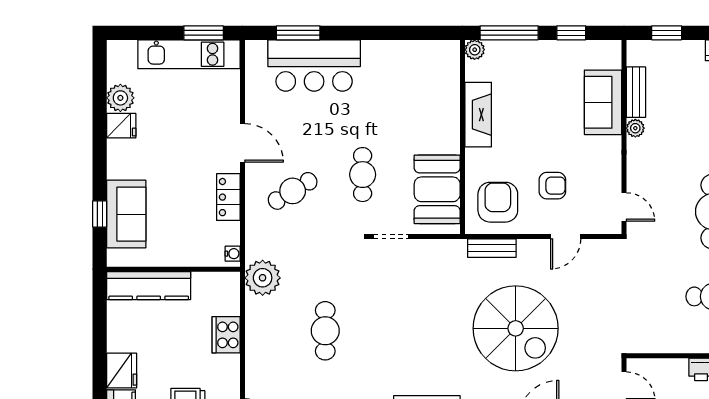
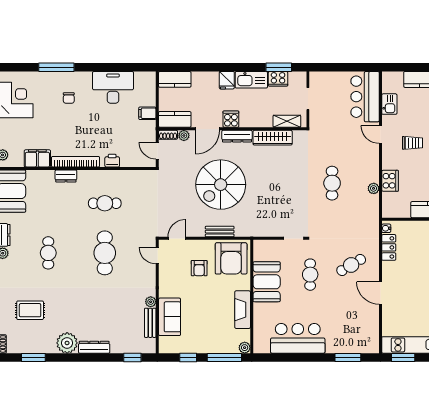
bar counter: (314, 66) -> (298, 338), moved
armchair: (552, 186) -> (199, 268), turned -90
booth: (437, 189) -> (267, 282), moved
locker: (228, 197) -> (389, 247), moved
armchair: (498, 202) -> (231, 258), width x1.36, depth x1.36
door: (566, 236) -> (177, 238), moved
bench: (492, 248) -> (220, 232), moved
plant: (263, 278) -> (374, 188), moved, width x0.53, depth x0.53
spiral stairs: (516, 328) -> (221, 185), turned -90

